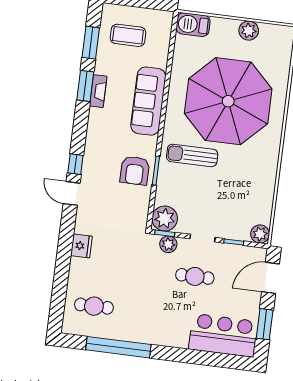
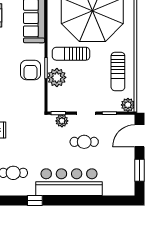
sun lounger: (252, 187) -> (118, 71), added
plant: (165, 219) -> (57, 77), moved
bar counter: (223, 335) -> (69, 182), moved, width x1.36
window: (118, 347) -> (35, 201), width x0.32

